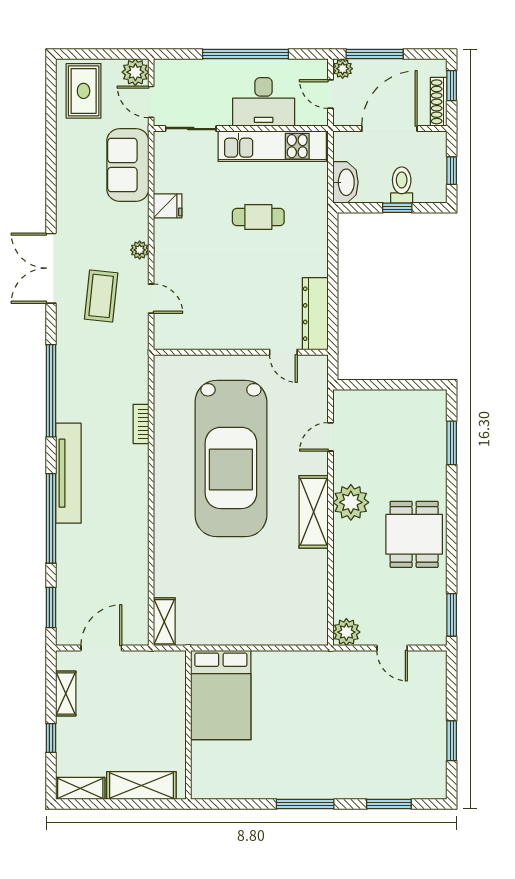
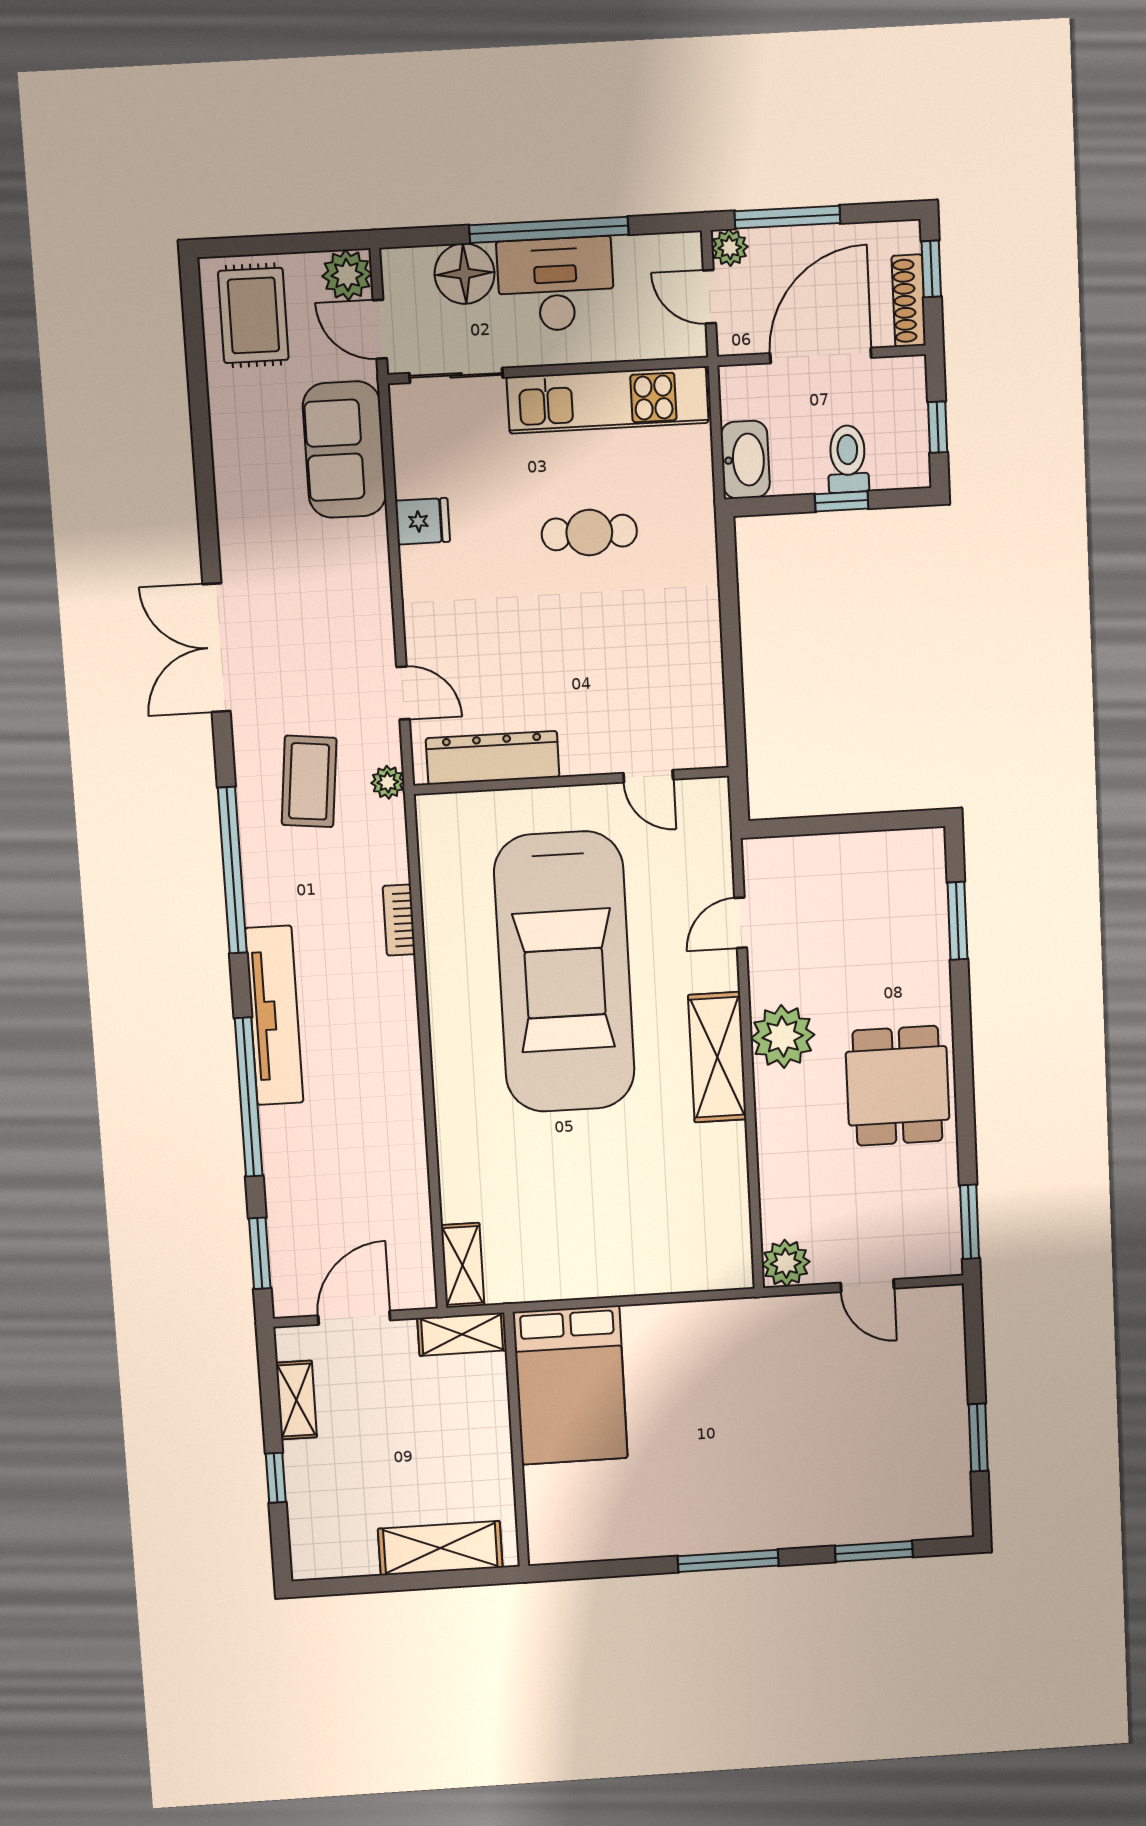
floor lamp: (199, 75) -> (465, 274), added
desk: (264, 102) -> (556, 284), moved, turned 180
plant: (140, 250) -> (388, 782), moved
coffee table: (101, 296) -> (309, 781), moved
dresser: (315, 314) -> (493, 758), moved, turned 90
shelving: (80, 788) -> (462, 1334), moved

